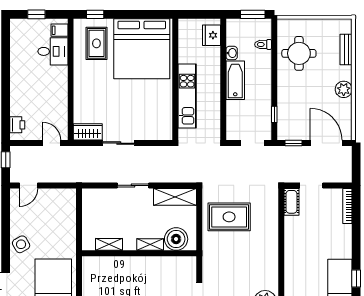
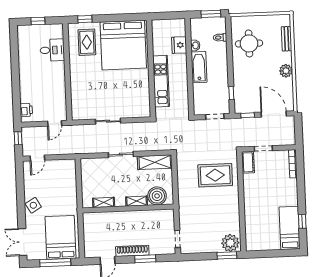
filing cabinet: (59, 30) -> (57, 33), removed
fridge: (212, 35) -> (179, 45), moved
wardrobe: (88, 132) -> (83, 113), removed
door: (52, 143) -> (55, 123), swing flipped
rug: (229, 217) -> (215, 175), moved

